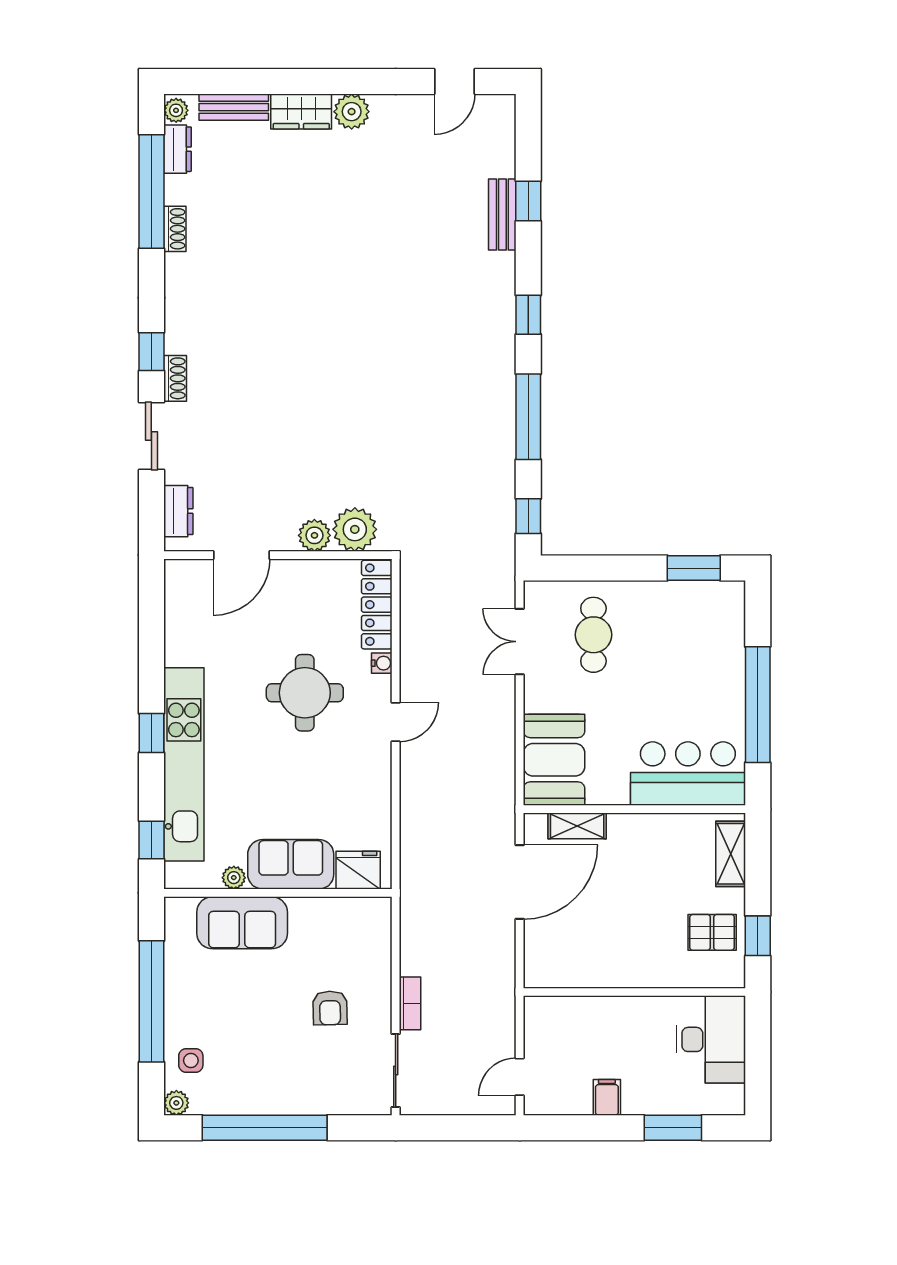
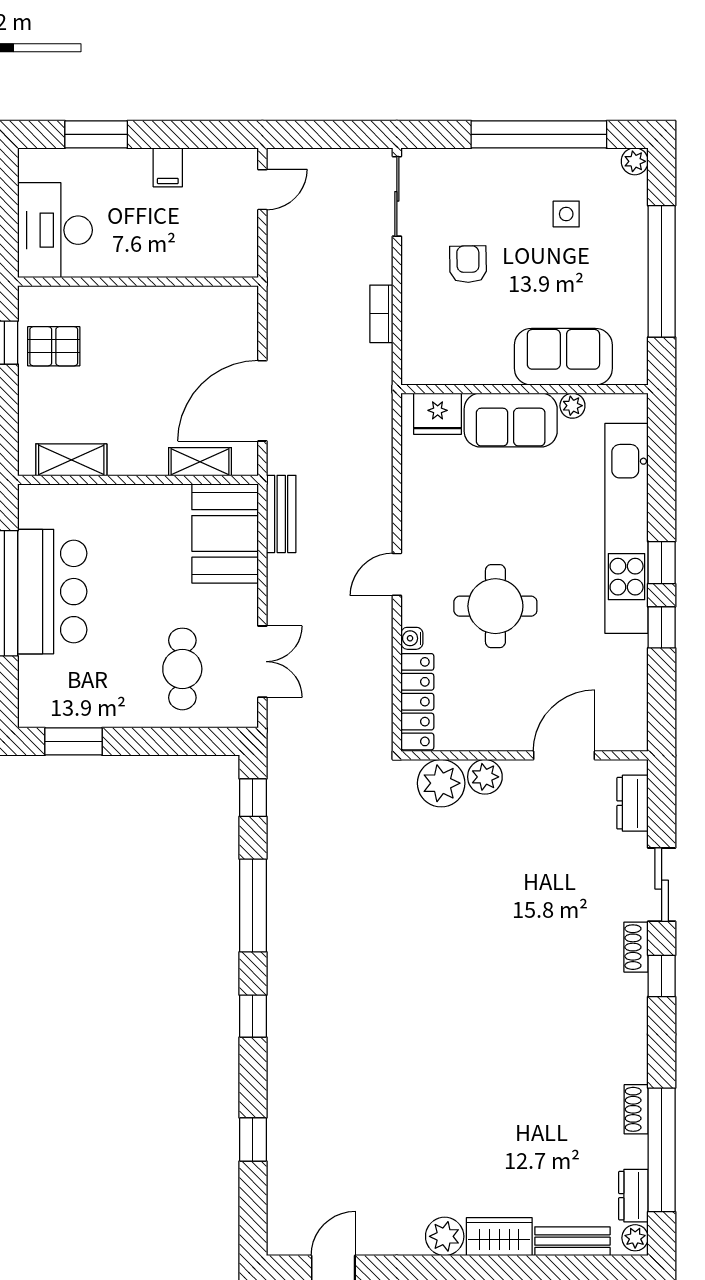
bench: (502, 215) -> (281, 514), moved
bar counter: (688, 774) -> (52, 592), moved, turned -90
window: (151, 840) -> (662, 627), moved
shelving: (731, 854) -> (71, 460), moved, turned 90
bookcase: (410, 1003) -> (381, 314), moved
side table: (191, 1060) -> (566, 214), moved

